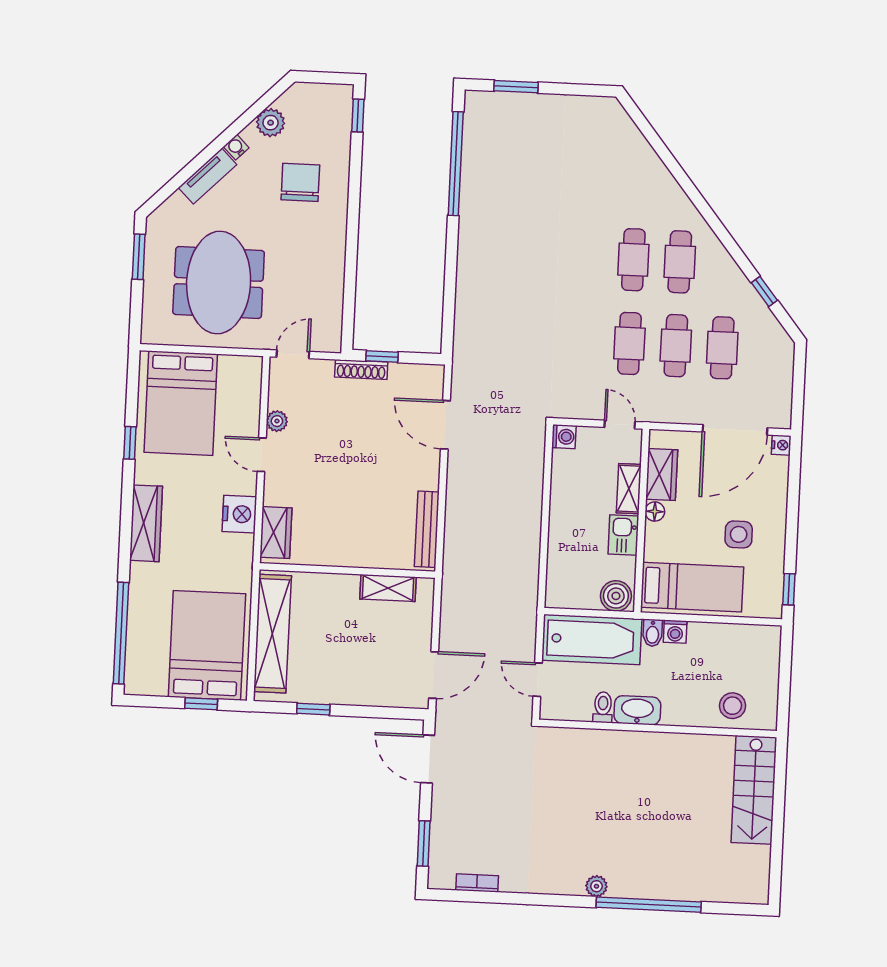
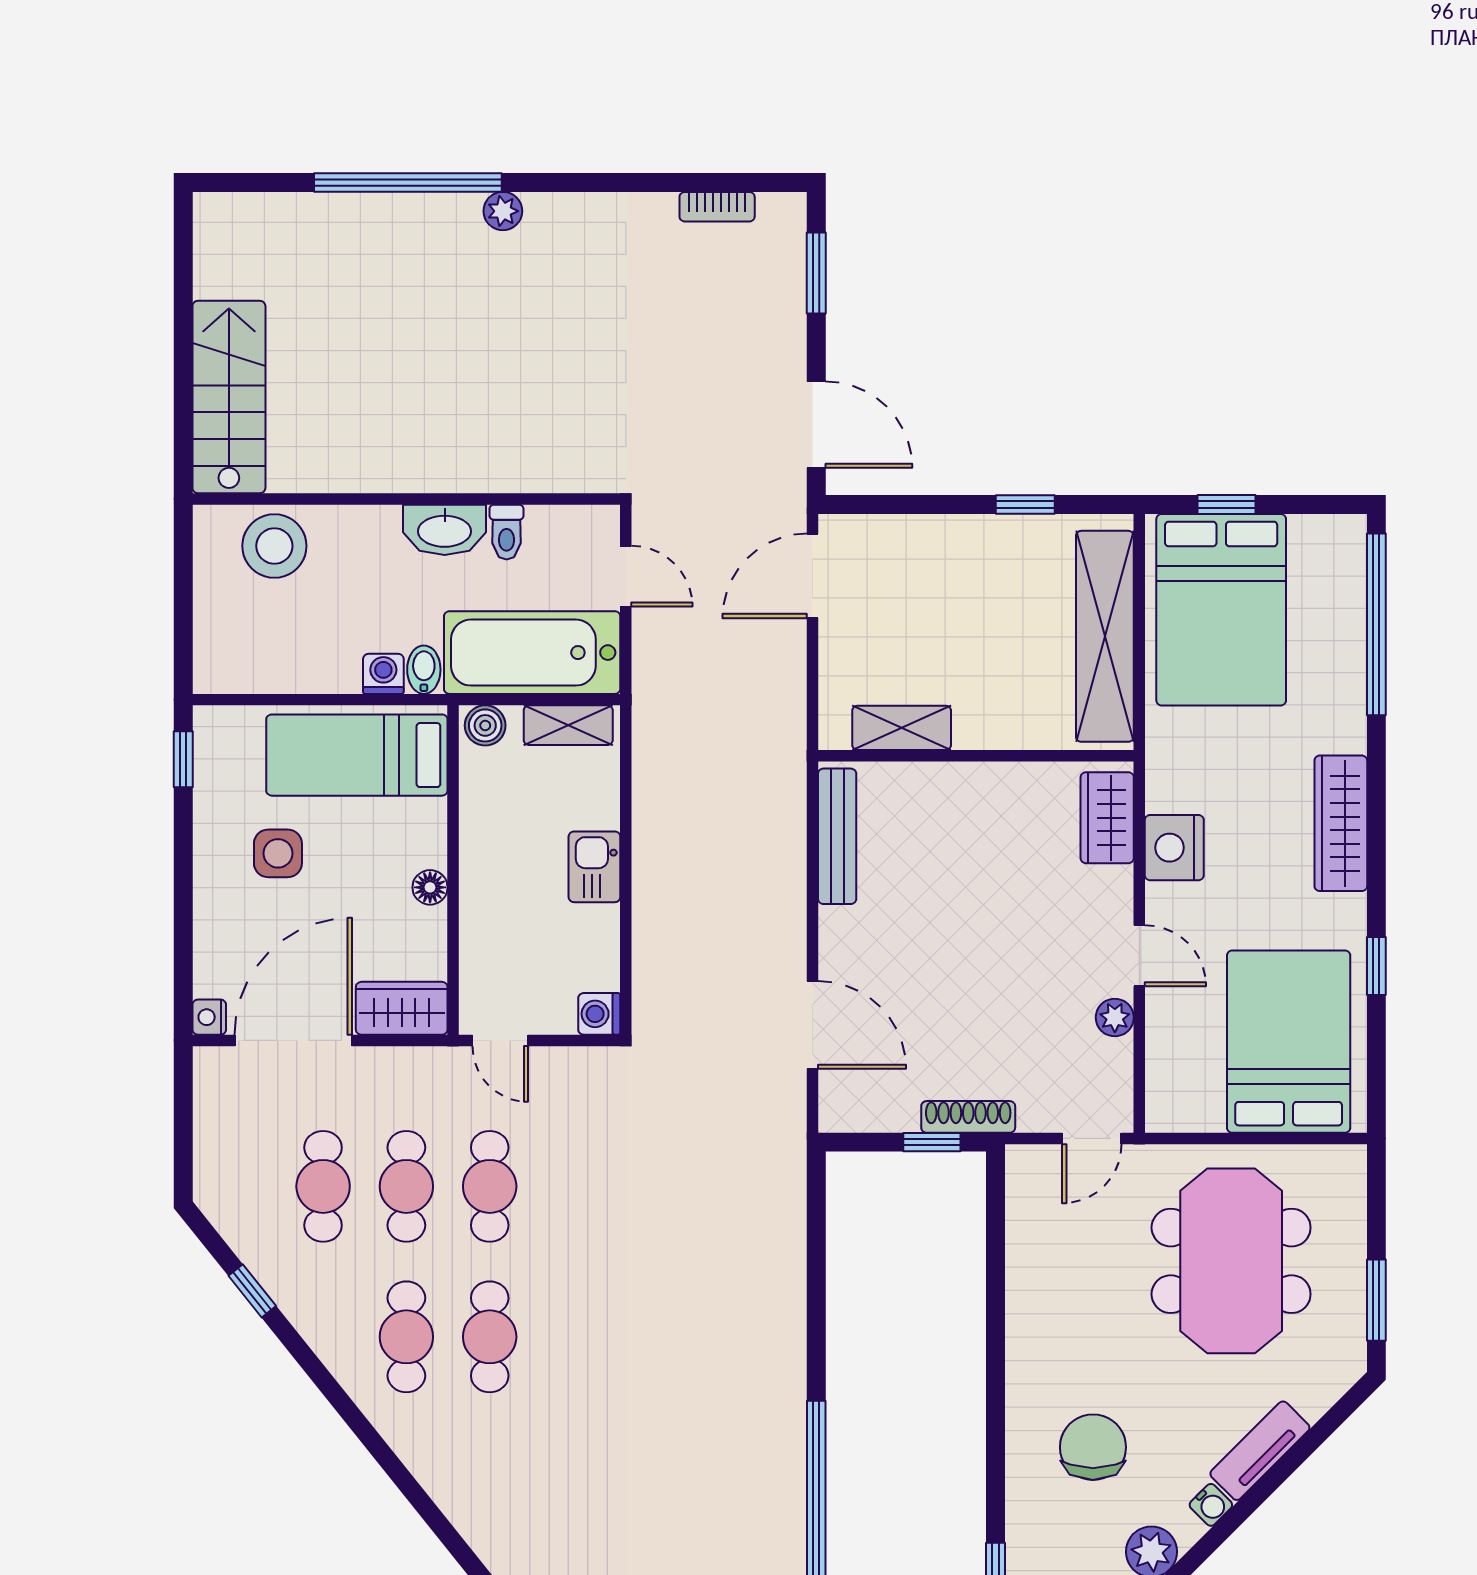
chair: (300, 182) -> (1093, 1447), turned 180
wardrobe: (662, 474) -> (402, 1008), moved, turned 90
shelving: (629, 489) -> (568, 725), moved, turned 90
kitchen sink: (623, 535) -> (594, 867), moved, turned 180
boiler: (616, 596) -> (485, 725), width x0.73, depth x0.73
stool: (733, 706) -> (274, 546), width x1.38, depth x1.38

